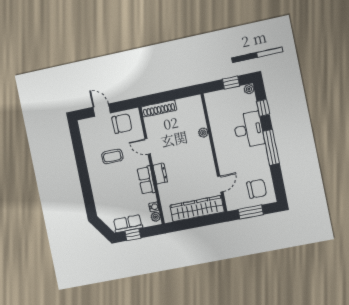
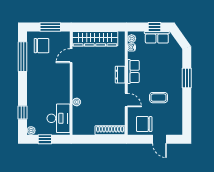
desk: (249, 130) -> (58, 118), moved, turned 180
window: (271, 147) -> (23, 57), moved
window: (86, 185) -> (187, 78), added
chair: (257, 189) -> (41, 46), turned 180

